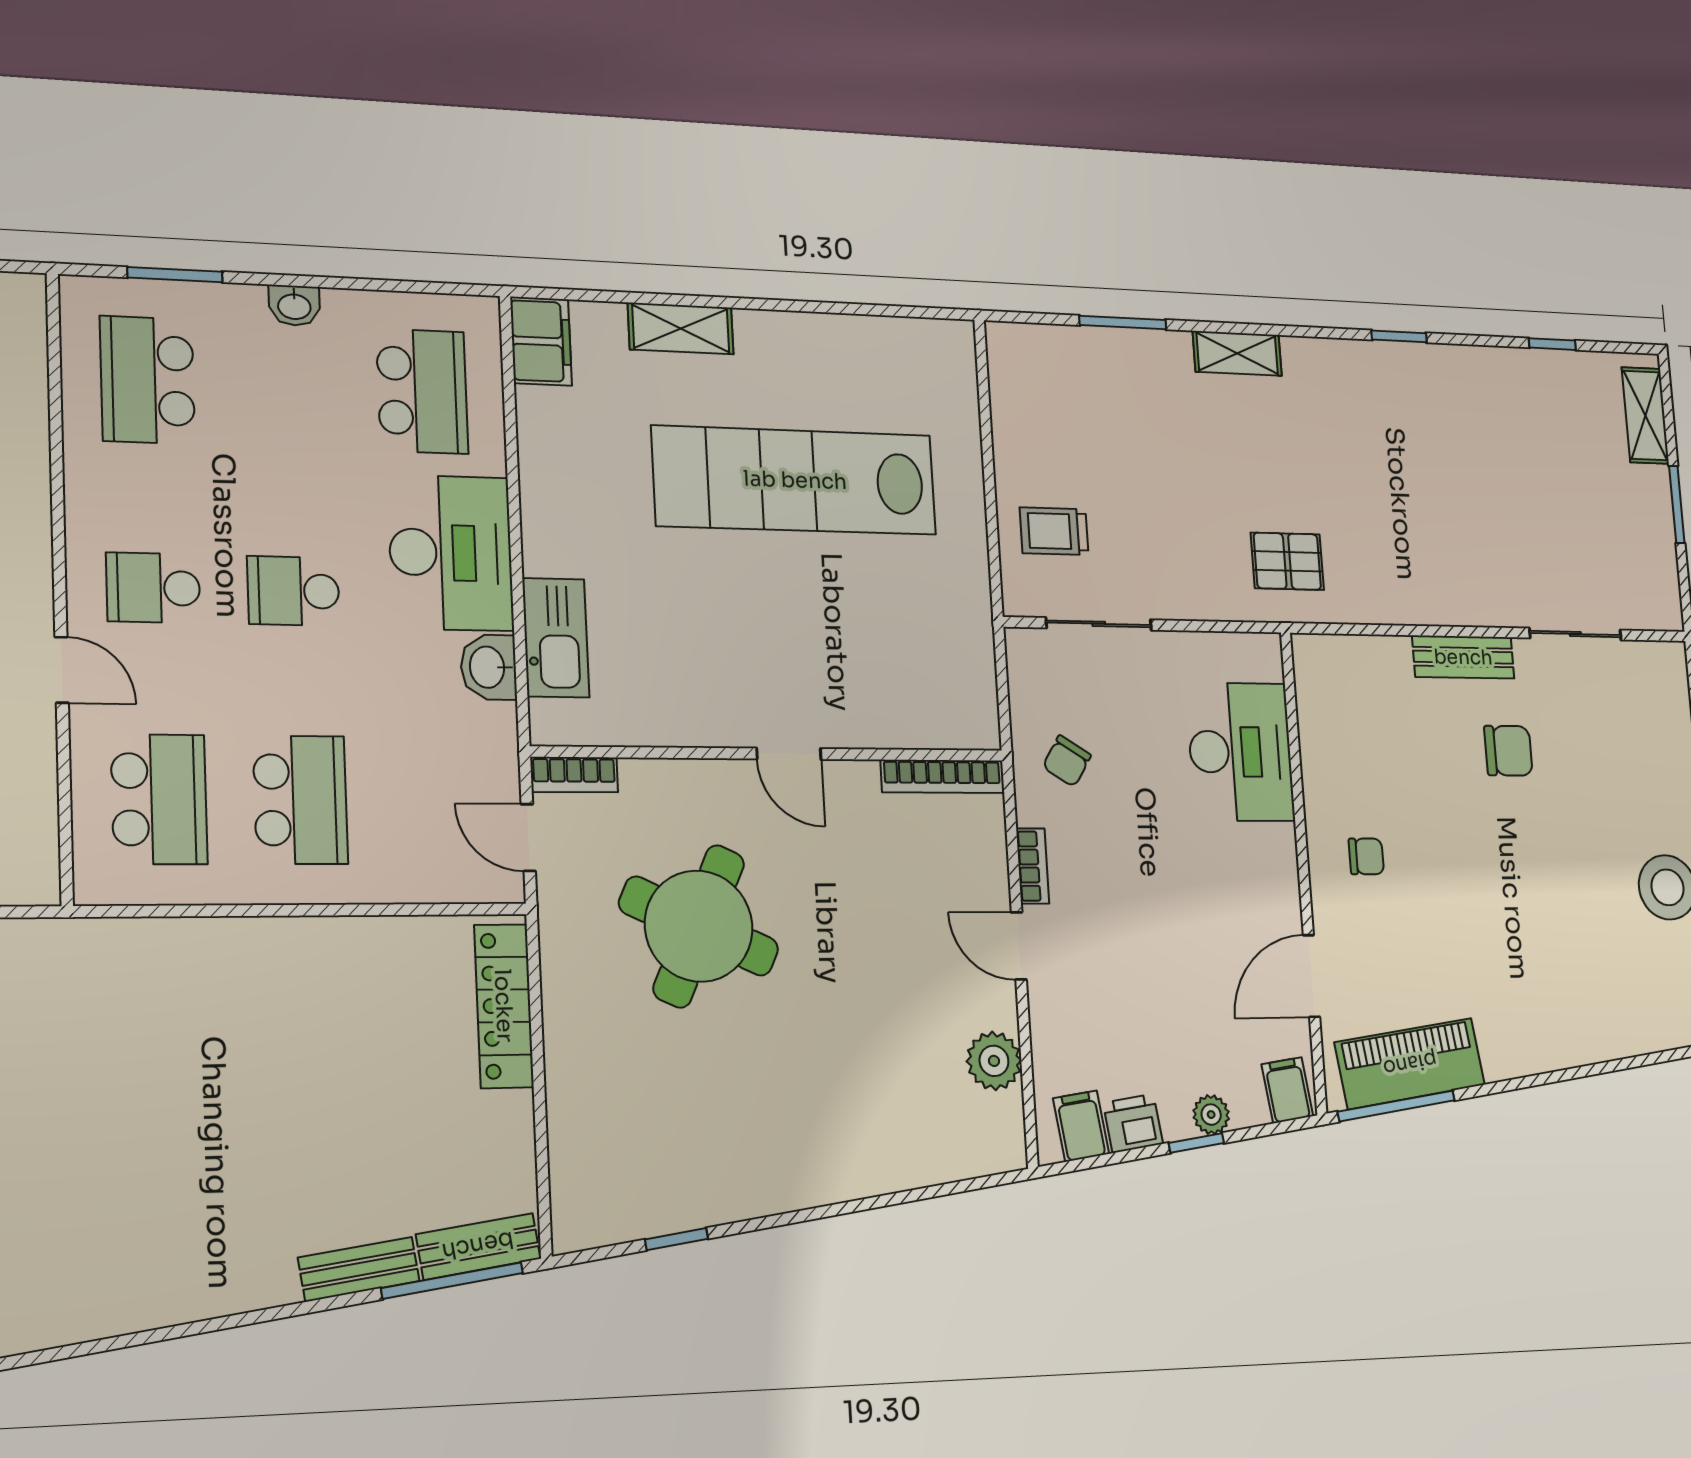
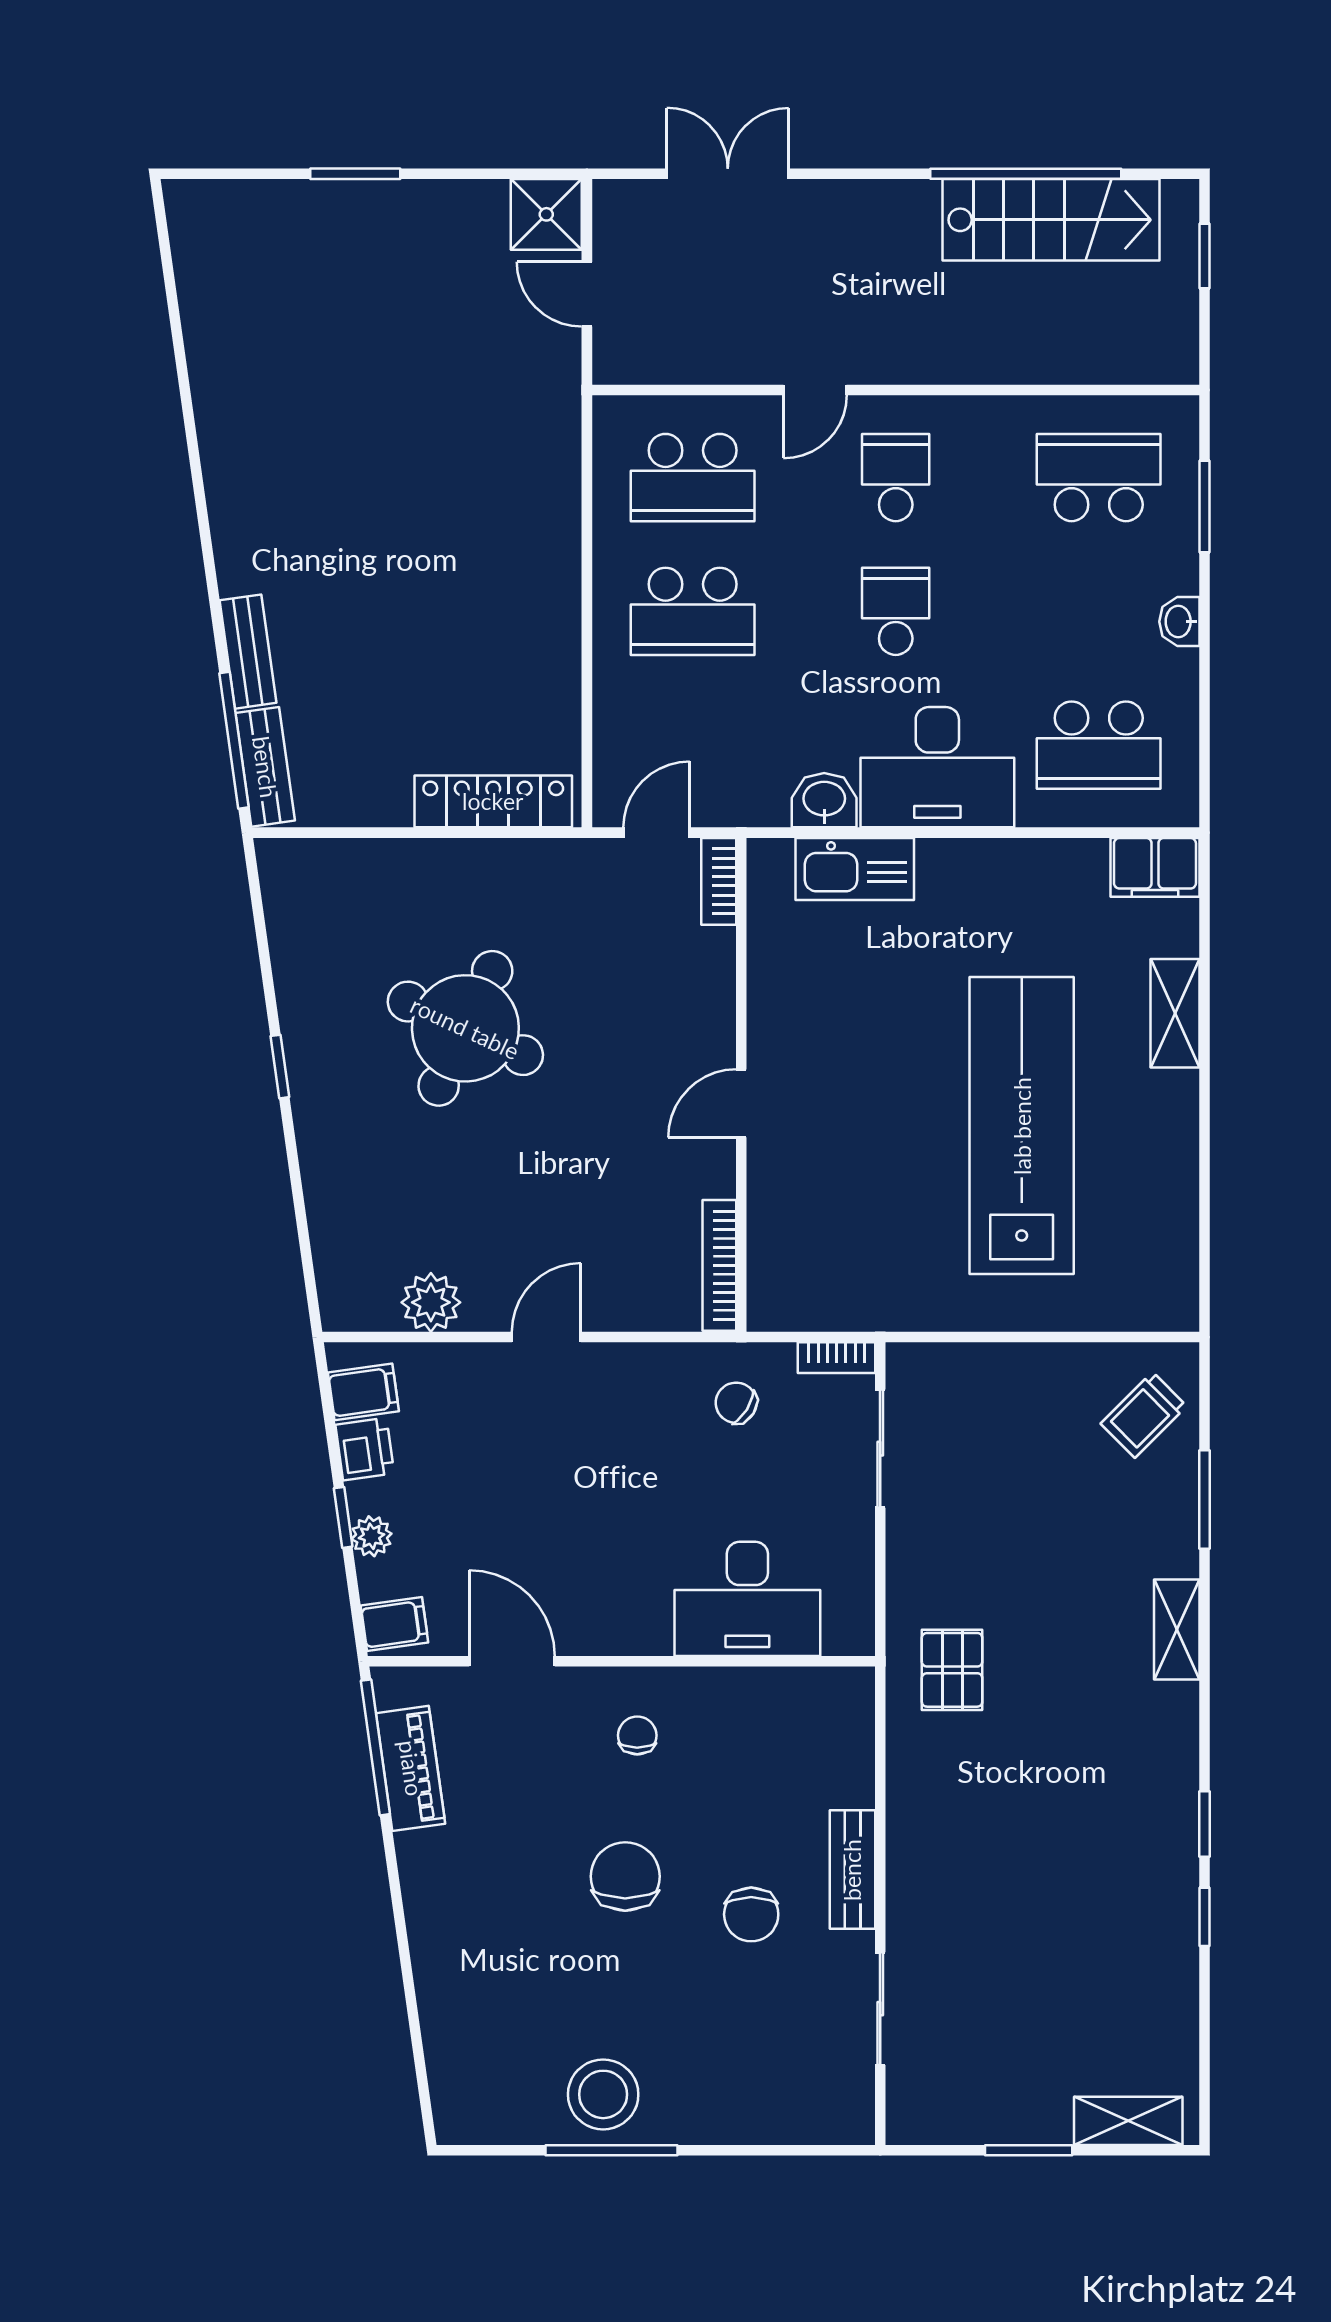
window: (1552, 344) -> (1205, 1917), moved
trolley: (1054, 531) -> (1144, 1415), moved, turned -135
chair: (1366, 856) -> (637, 1735), turned 180
bookcase: (1033, 866) -> (837, 1358), moved
chair: (1487, 867) -> (625, 1876), added
round table: (699, 926) -> (465, 1028), moved
piano: (1410, 1064) -> (411, 1768), width x0.73, depth x0.75
window: (677, 1239) -> (280, 1067), moved

